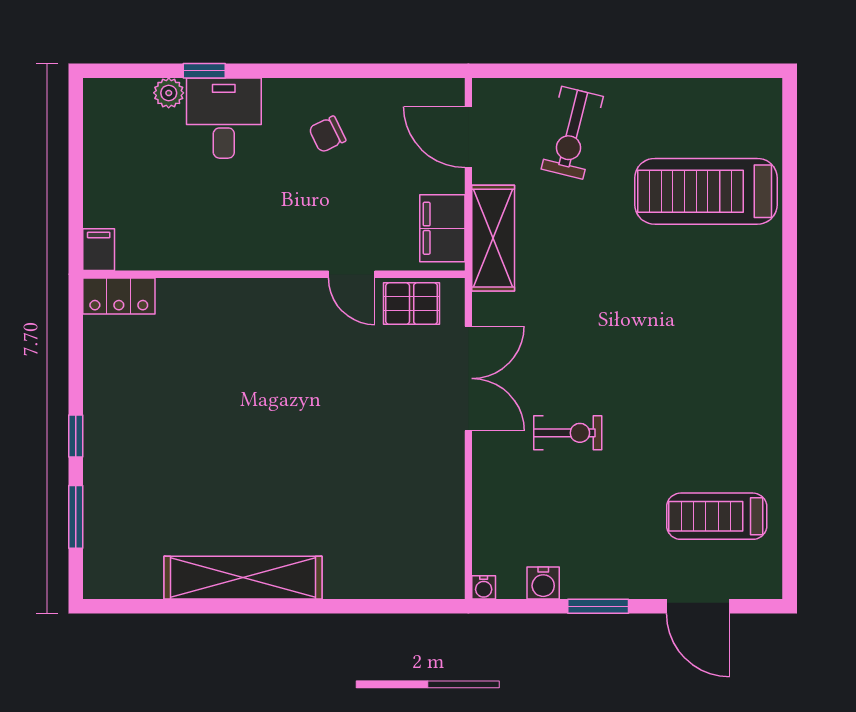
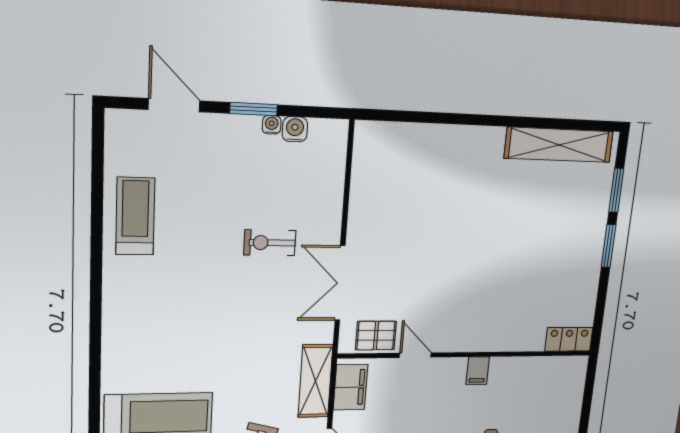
filing cabinet: (99, 250) -> (478, 371), moved
window: (76, 436) -> (609, 246), width x1.50
treadmill: (717, 516) -> (135, 216), moved, turned -90
shelving: (243, 578) -> (559, 145), moved
water cooler: (484, 587) -> (272, 125), moved

